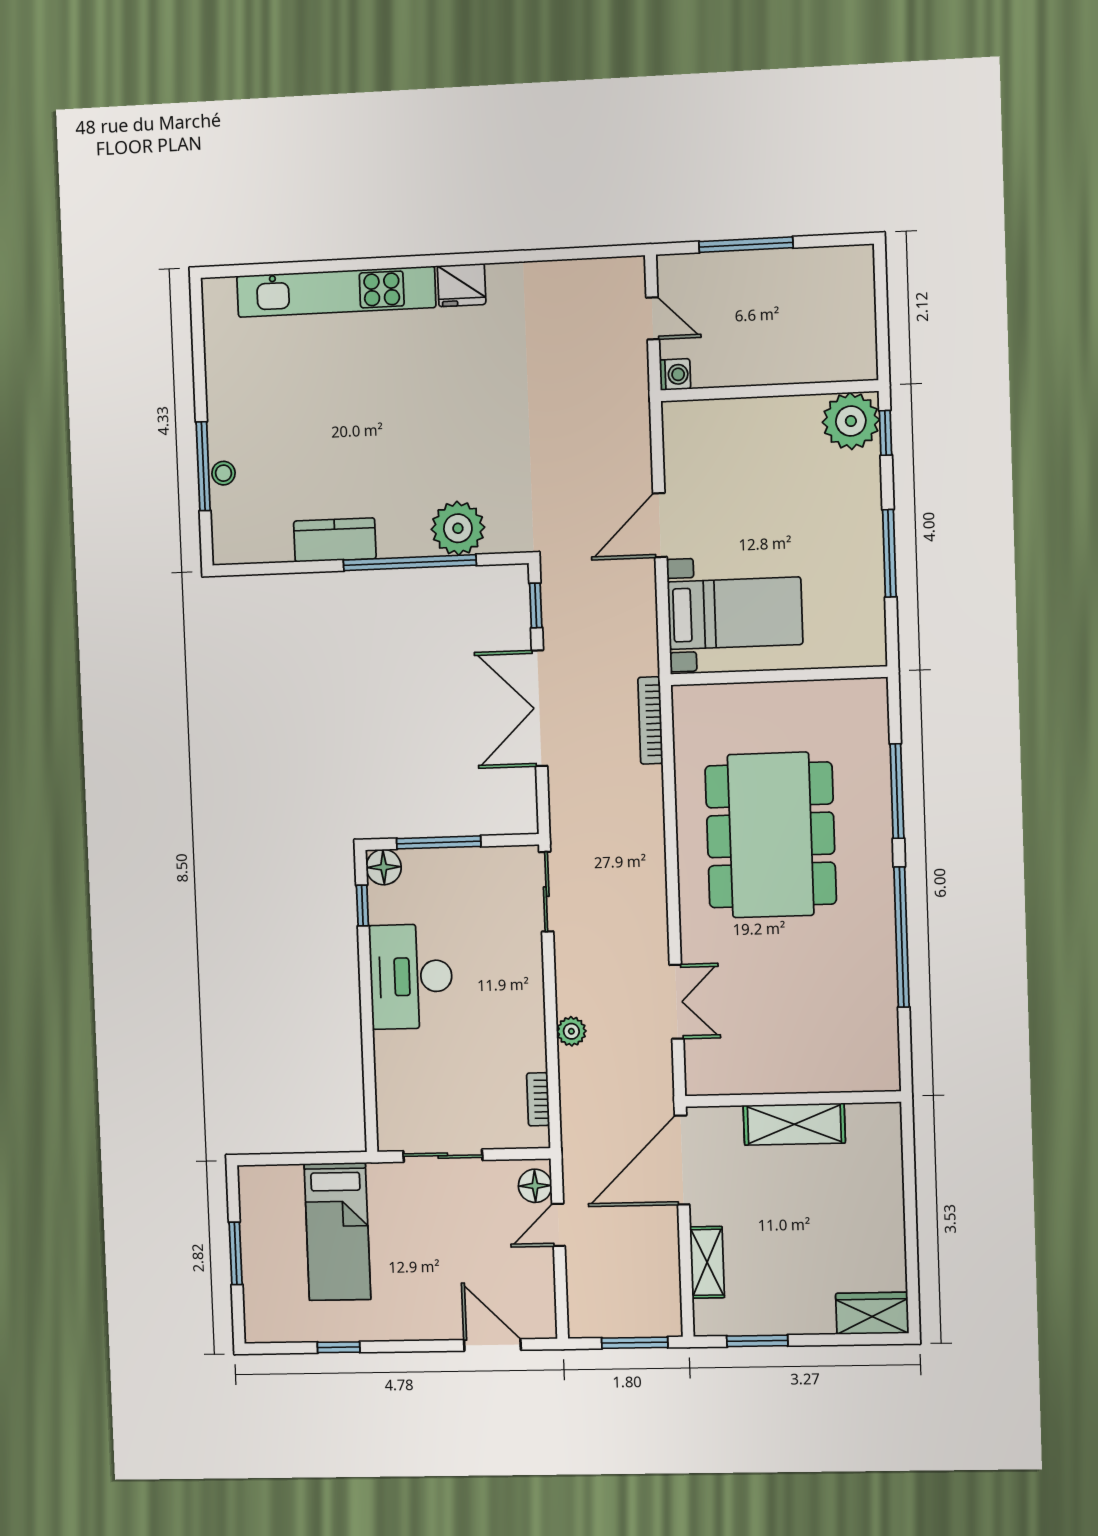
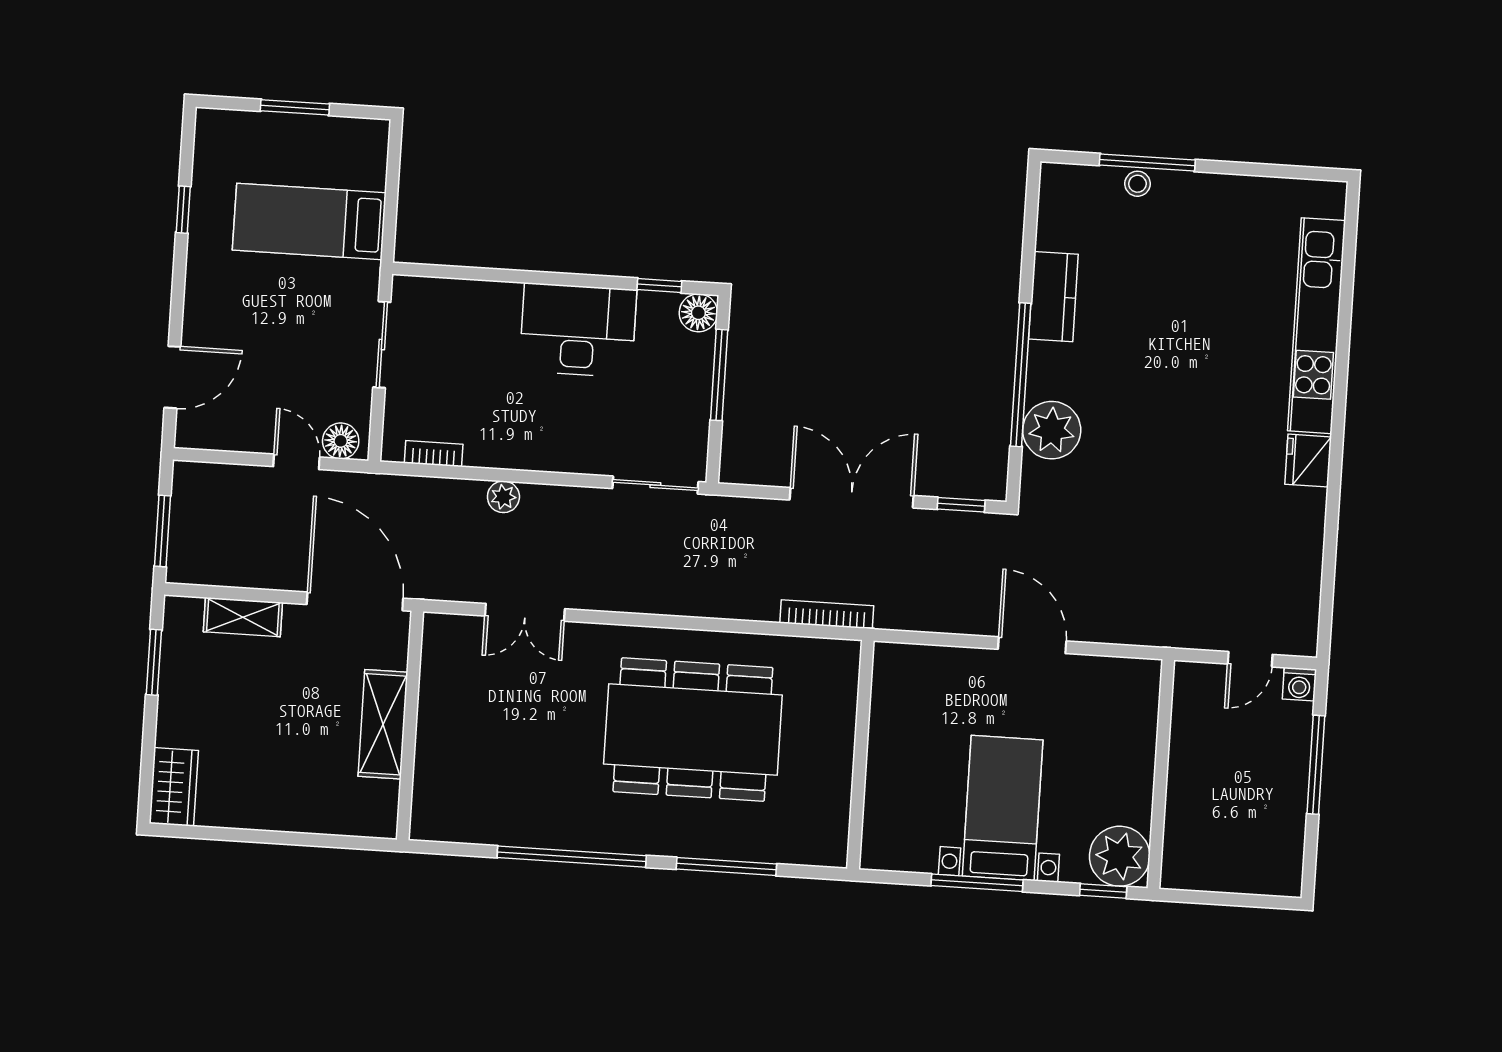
washing machine: (675, 374) -> (1299, 684), moved
bed with nightstands: (735, 613) -> (1003, 808), moved, turned 180

